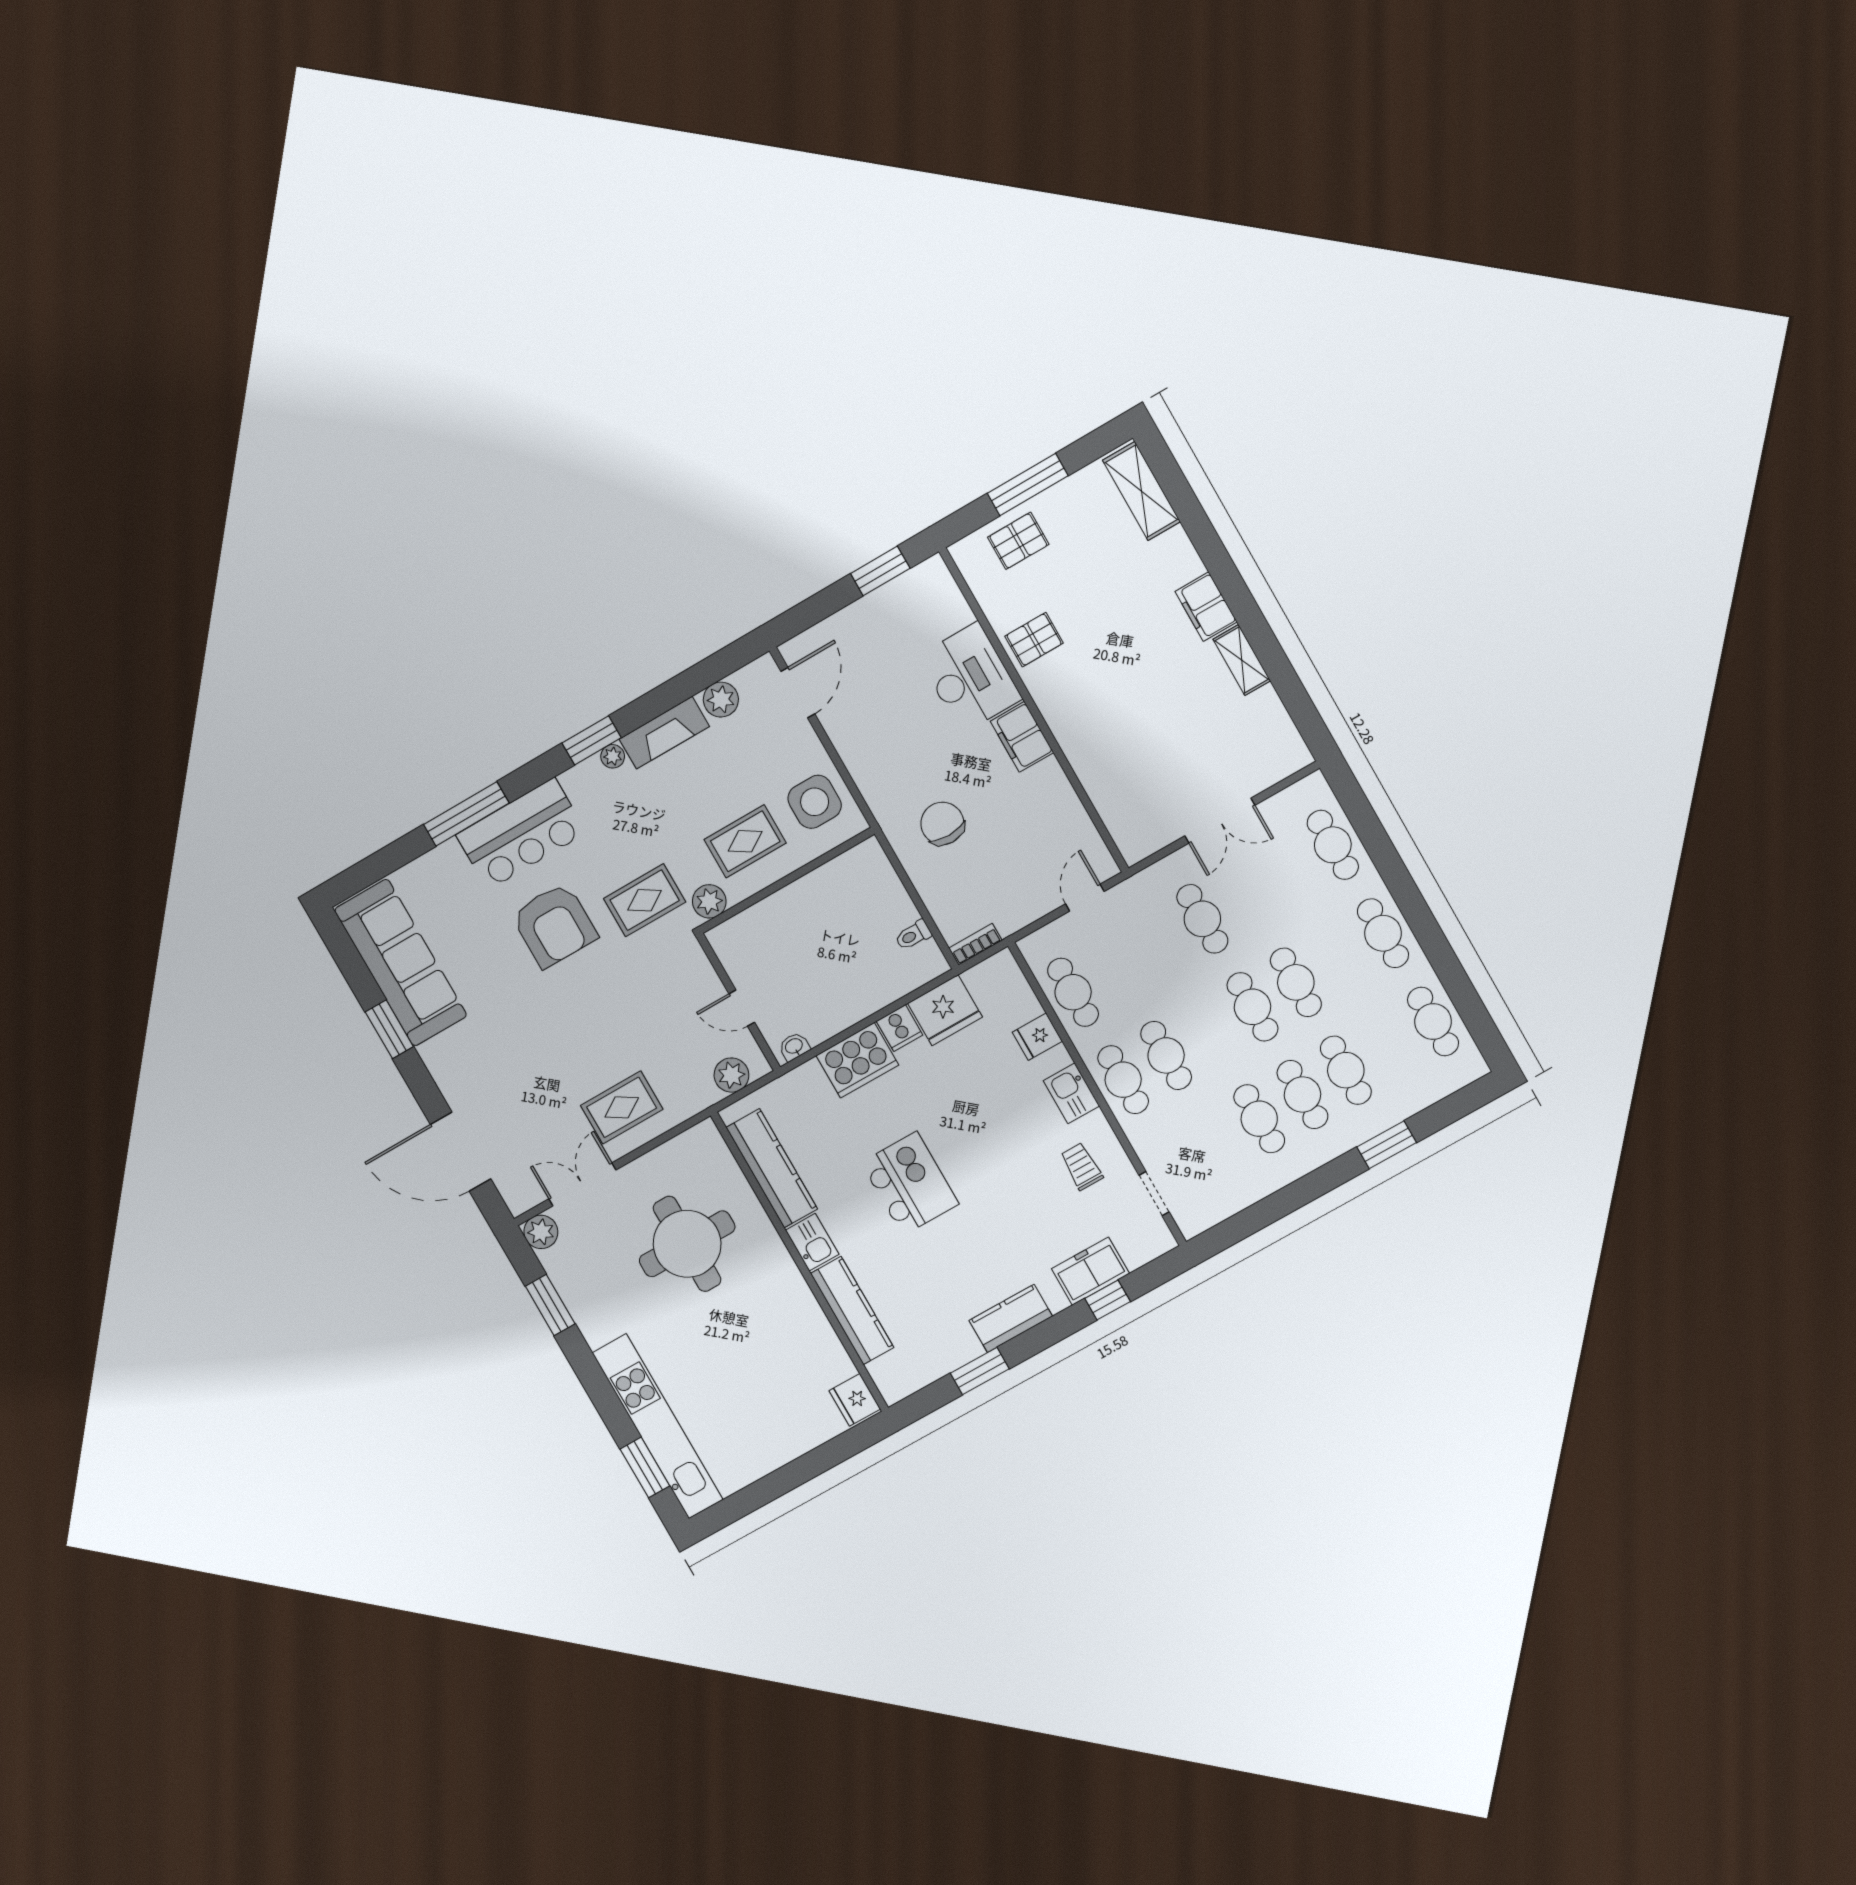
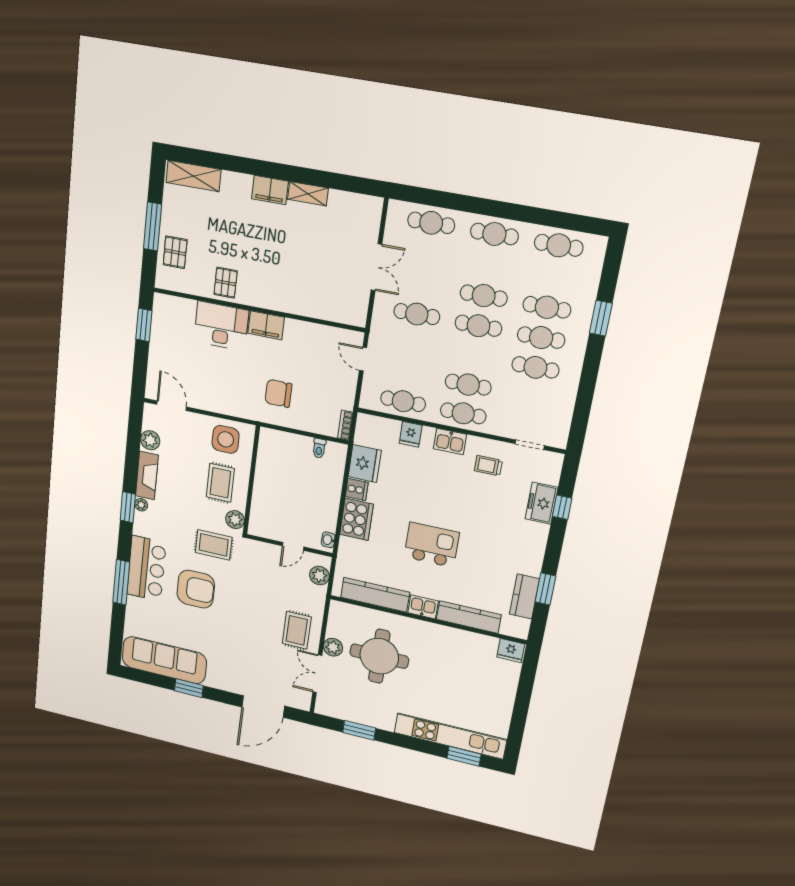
rug: (645, 900) -> (214, 545), turned 90
plant: (541, 1232) -> (333, 647), moved
kitchen counter: (1011, 1318) -> (524, 596), moved

